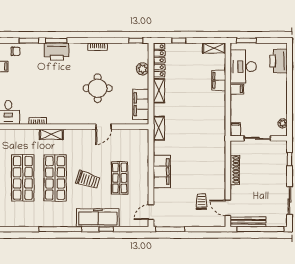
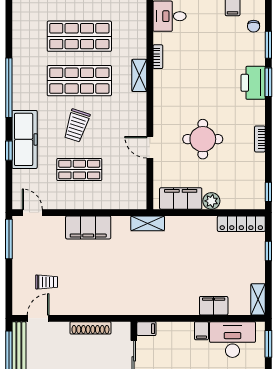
plant: (143, 69) -> (211, 201), moved
shelving: (159, 91) -> (199, 223), removed

